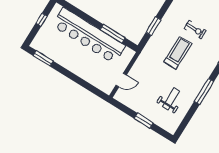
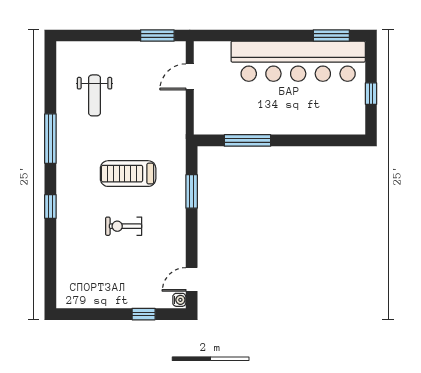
bar counter: (89, 36) -> (298, 61), moved, turned 180
treadmill: (178, 53) -> (128, 174), turned 90
window: (144, 121) -> (157, 35), moved

